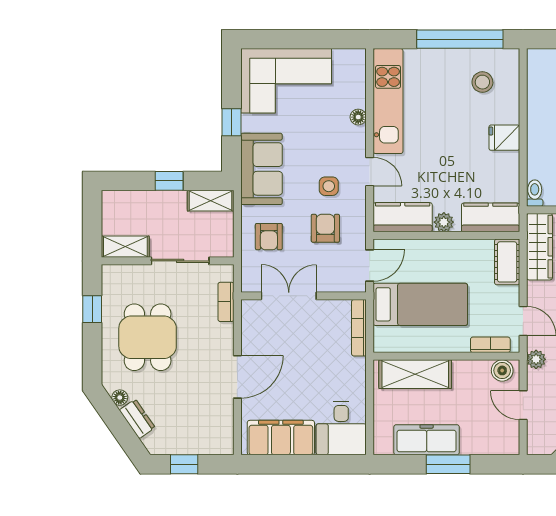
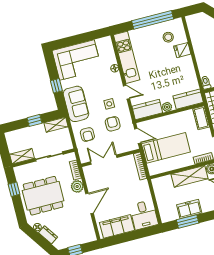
fridge: (504, 138) -> (182, 50), moved
door: (370, 266) -> (138, 136), hinge flipped
plant: (221, 336) -> (77, 186), added
dining table: (148, 337) -> (43, 196), width x1.38
shelving: (415, 374) -> (190, 176), moved
freezer: (427, 440) -> (189, 209), width x0.71
window: (448, 464) -> (188, 221), moved

